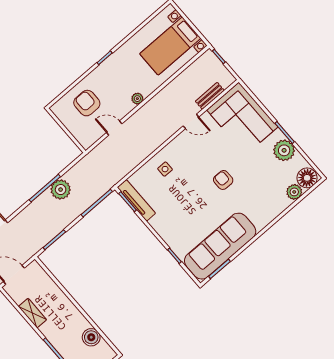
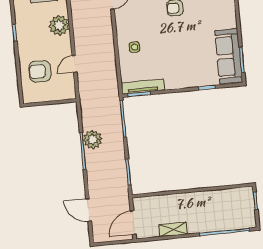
plant: (137, 99) -> (59, 25), width x1.87, depth x1.87
sofa: (220, 246) -> (229, 56), width x0.74, depth x0.79
boiler: (91, 337) -> (224, 197), removed

